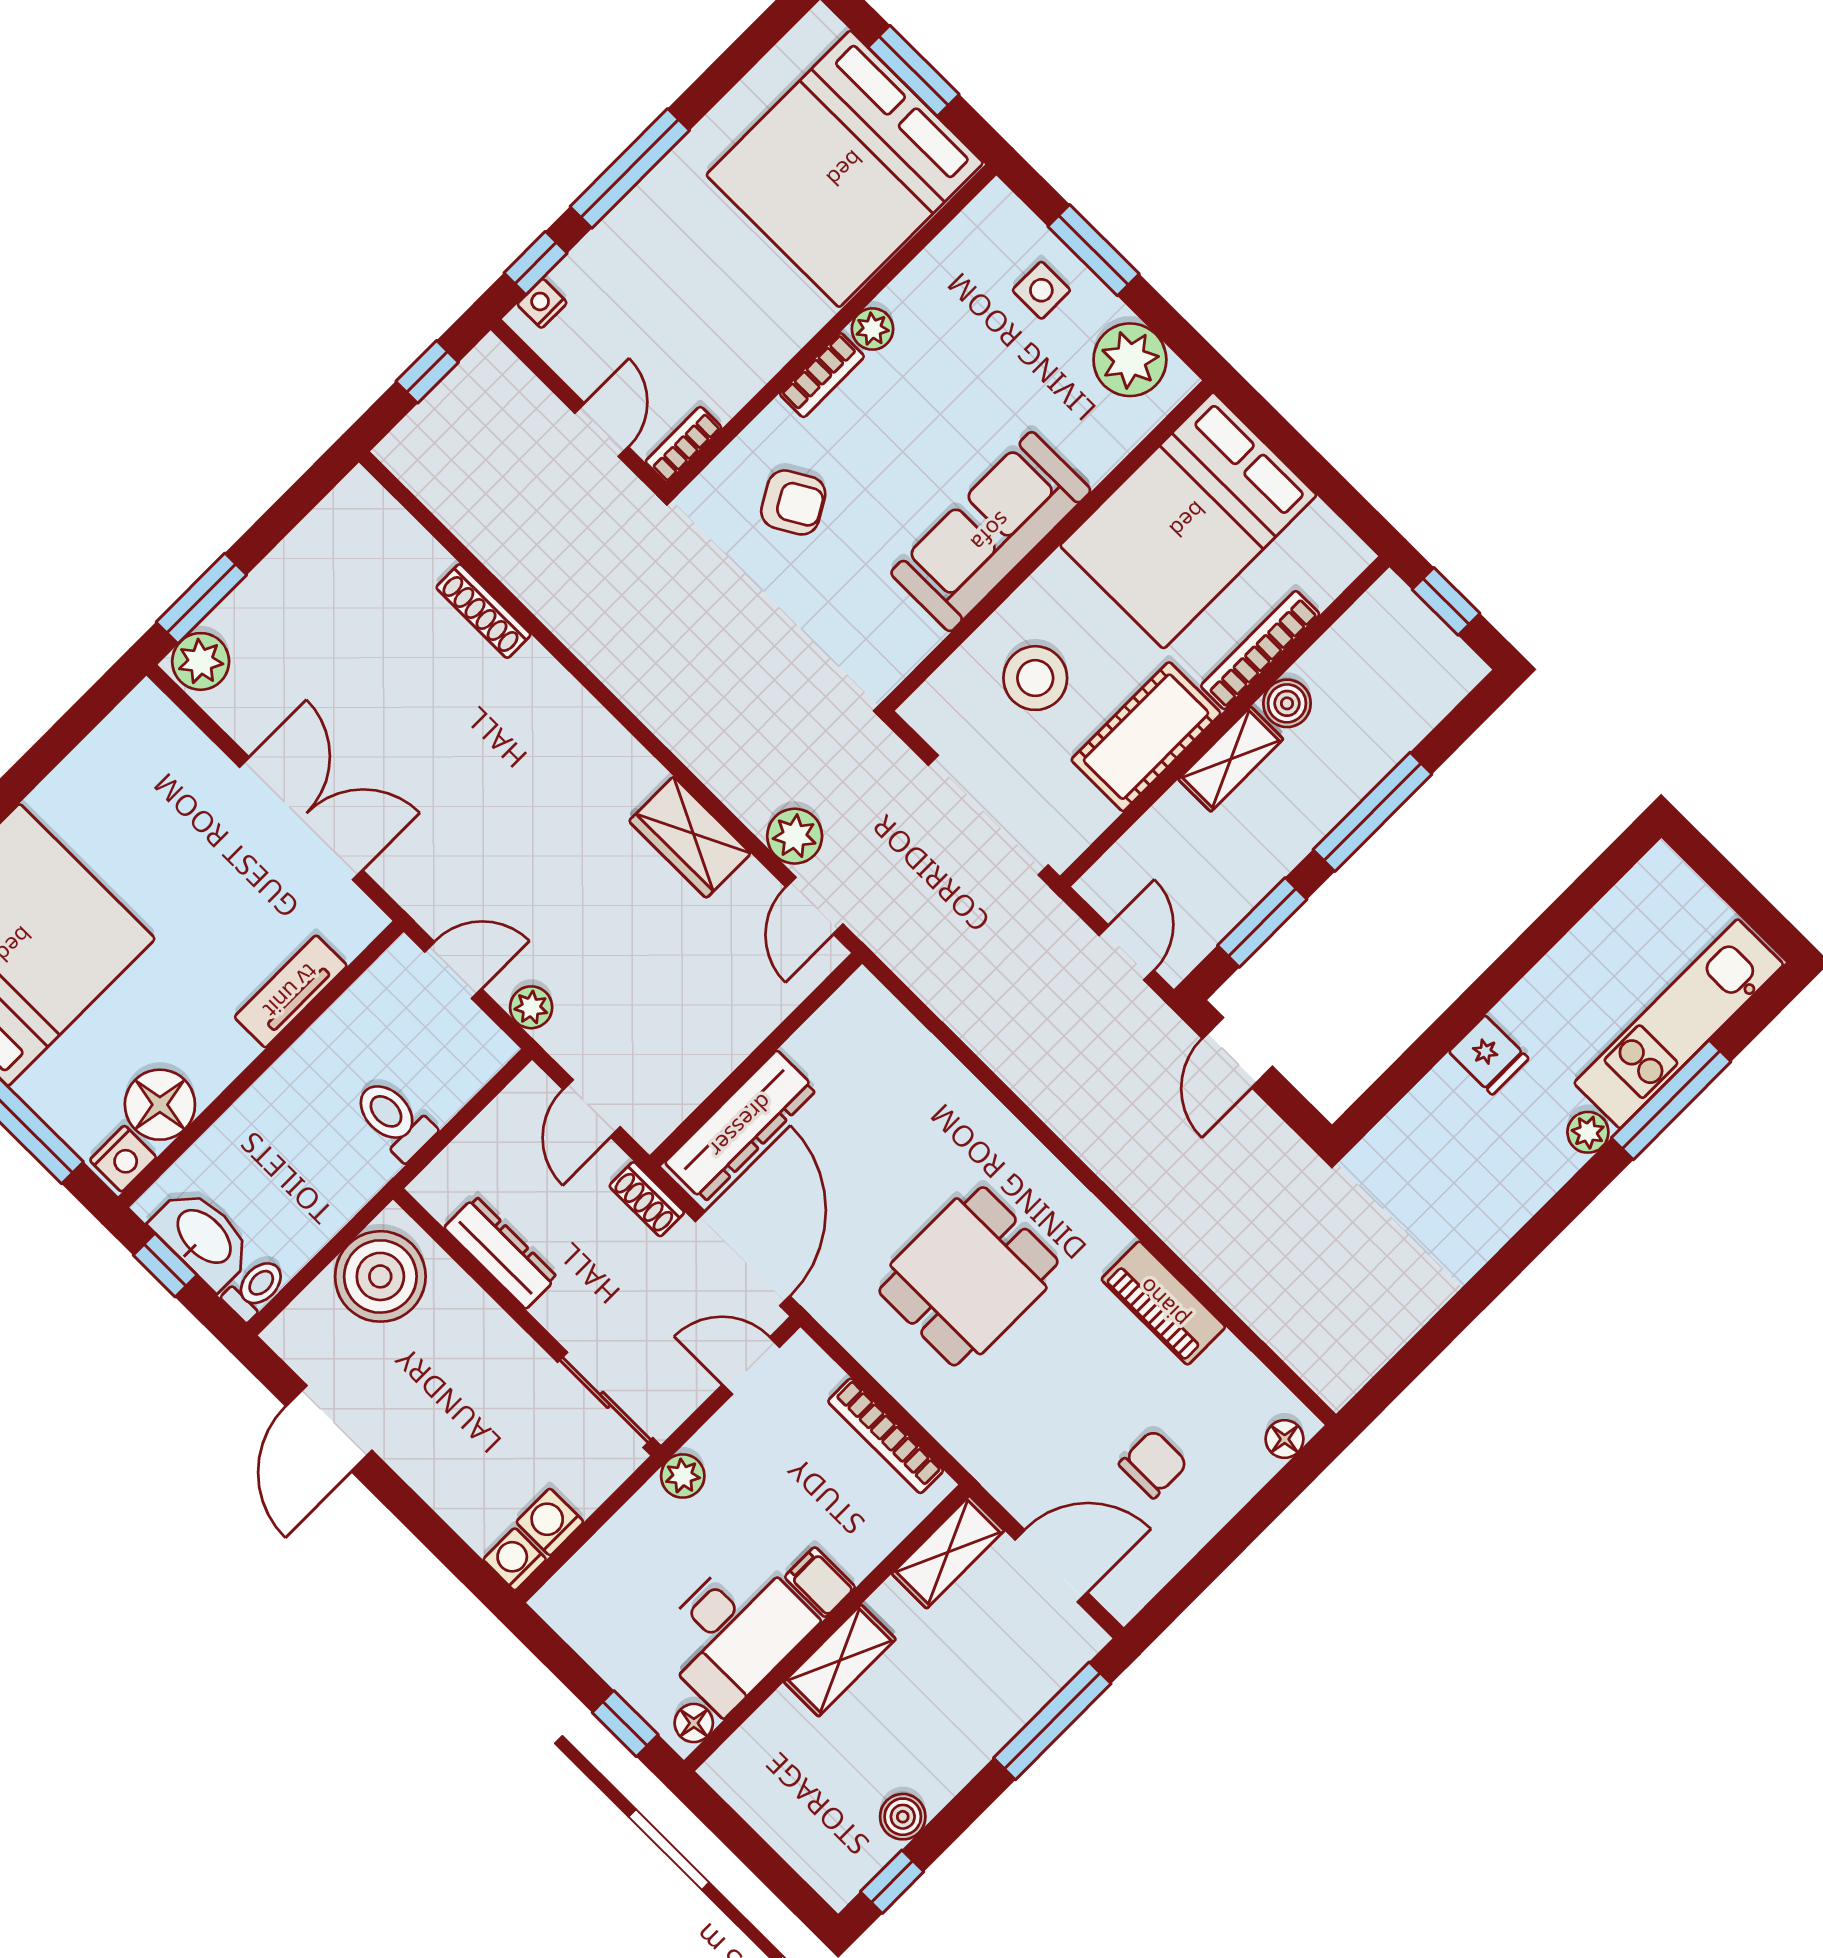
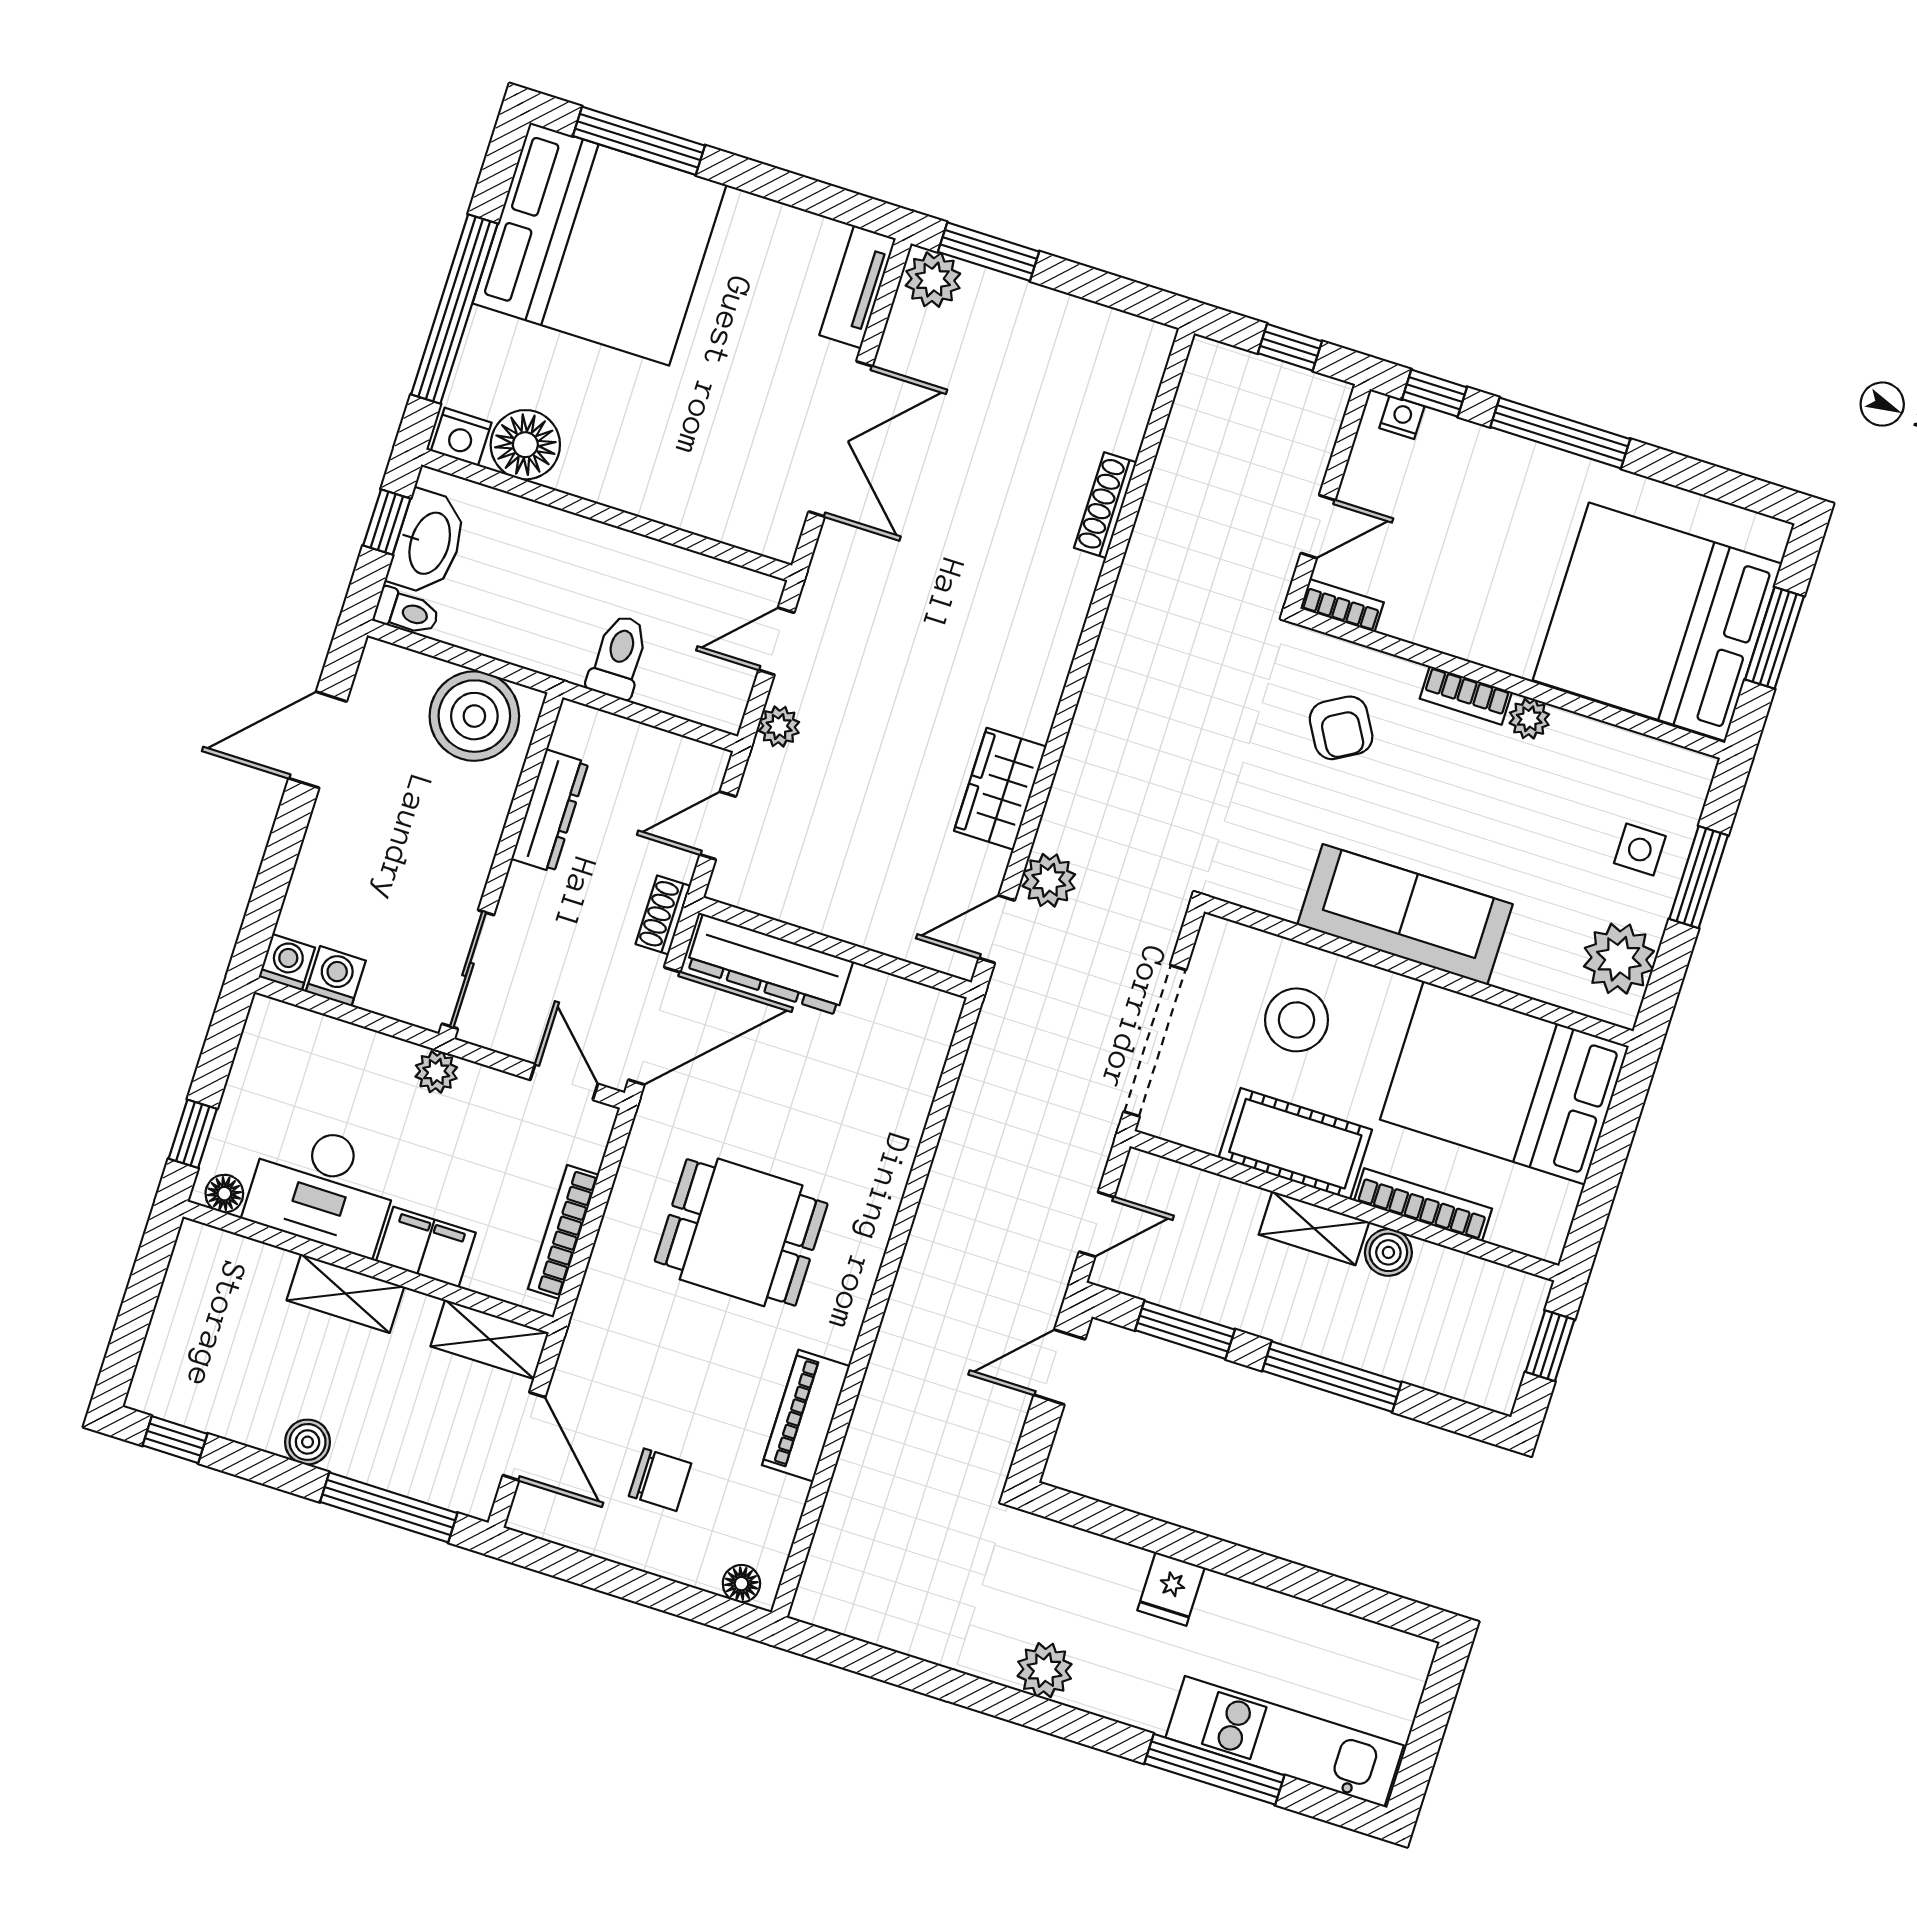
door: (453, 970) -> (776, 641), swing flipped
tv unit: (291, 991) -> (858, 287), moved, turned -90
plant: (1588, 1132) -> (1045, 1670), moved, width x1.38, depth x1.38
filing cabinet: (820, 1582) -> (426, 1247), width x2.00
boiler: (903, 1817) -> (308, 1442), moved

